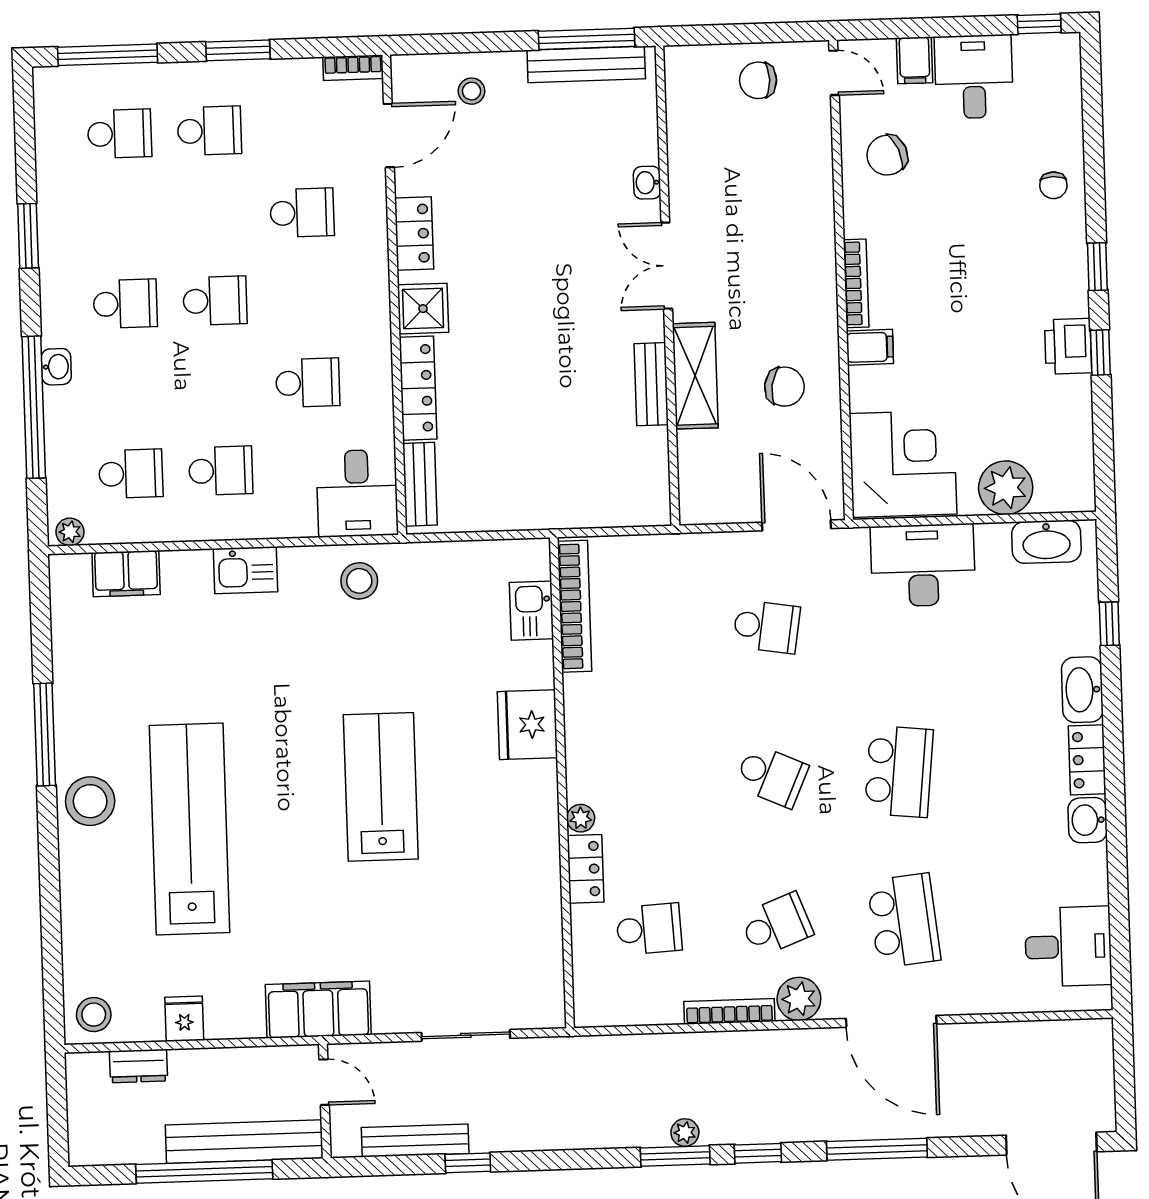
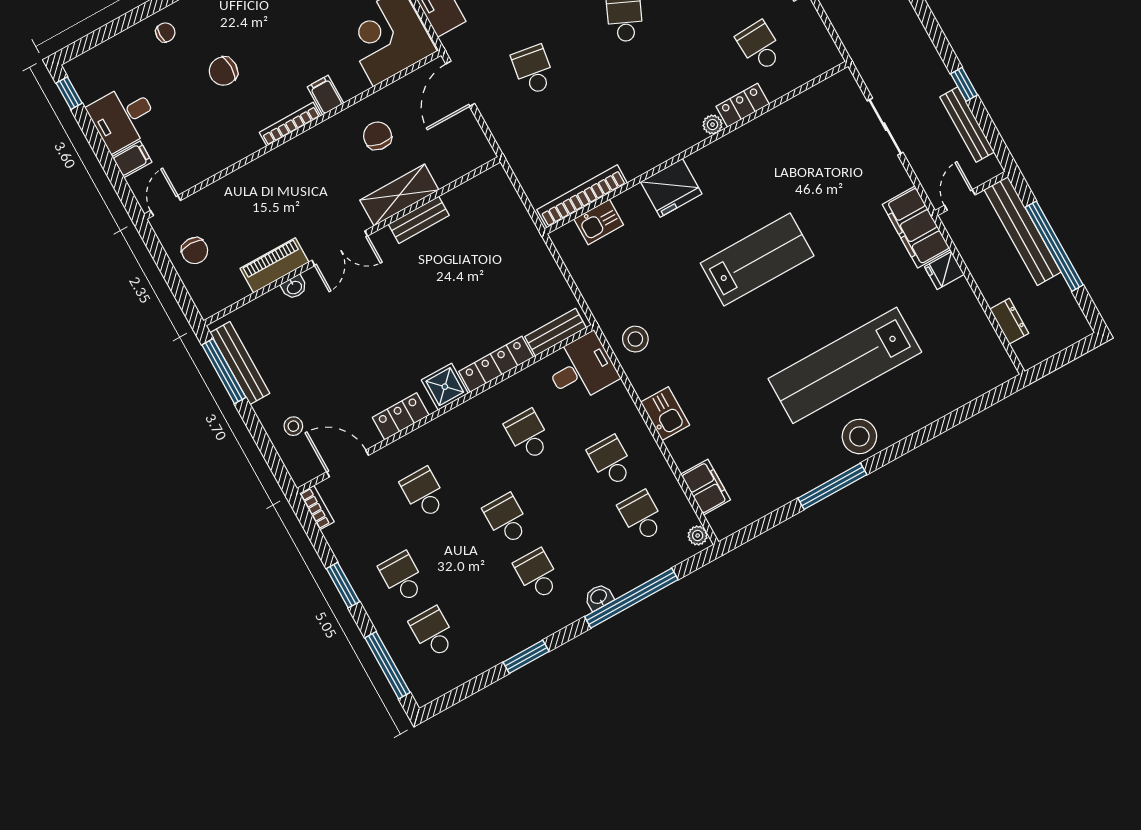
chair: (887, 155) -> (223, 71), moved, turned 113
piano: (688, 172) -> (274, 265), added
lab bench: (381, 787) -> (757, 259), turned 180
stool: (94, 1015) -> (992, 366), removed
fridge: (184, 1019) -> (944, 271), moved

